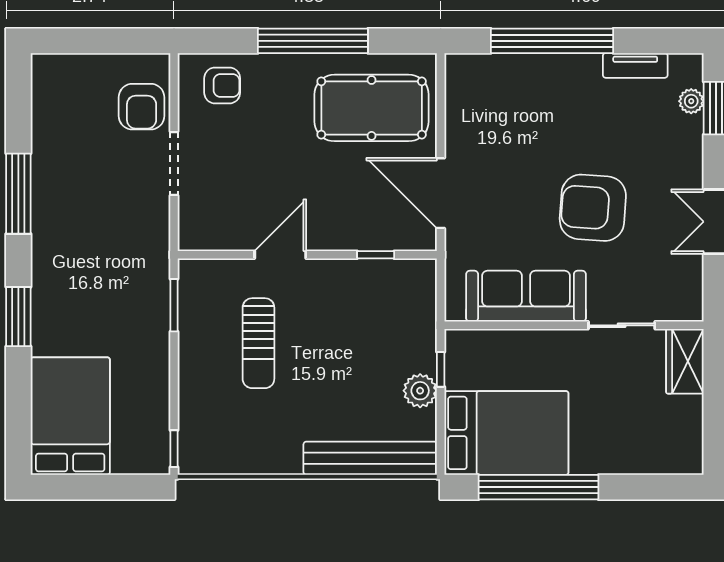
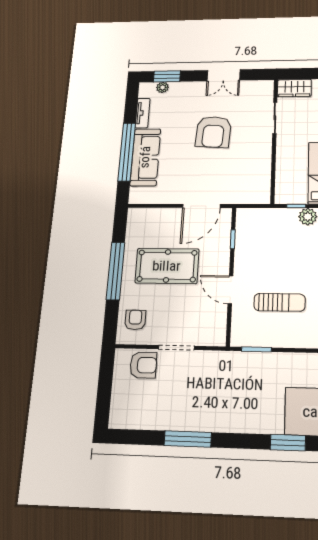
pool table: (372, 108) -> (167, 266), moved, turned 90
sofa: (526, 296) -> (145, 157), moved, turned 180
window: (18, 317) -> (288, 443), moved

